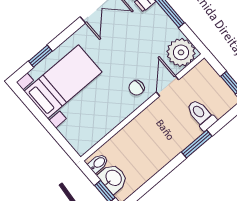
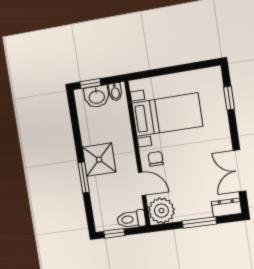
bed with nightstands: (63, 82) -> (167, 115), moved, turned -90
toilet: (201, 115) -> (131, 219), moved, turned 180
shower: (171, 140) -> (99, 160), added

